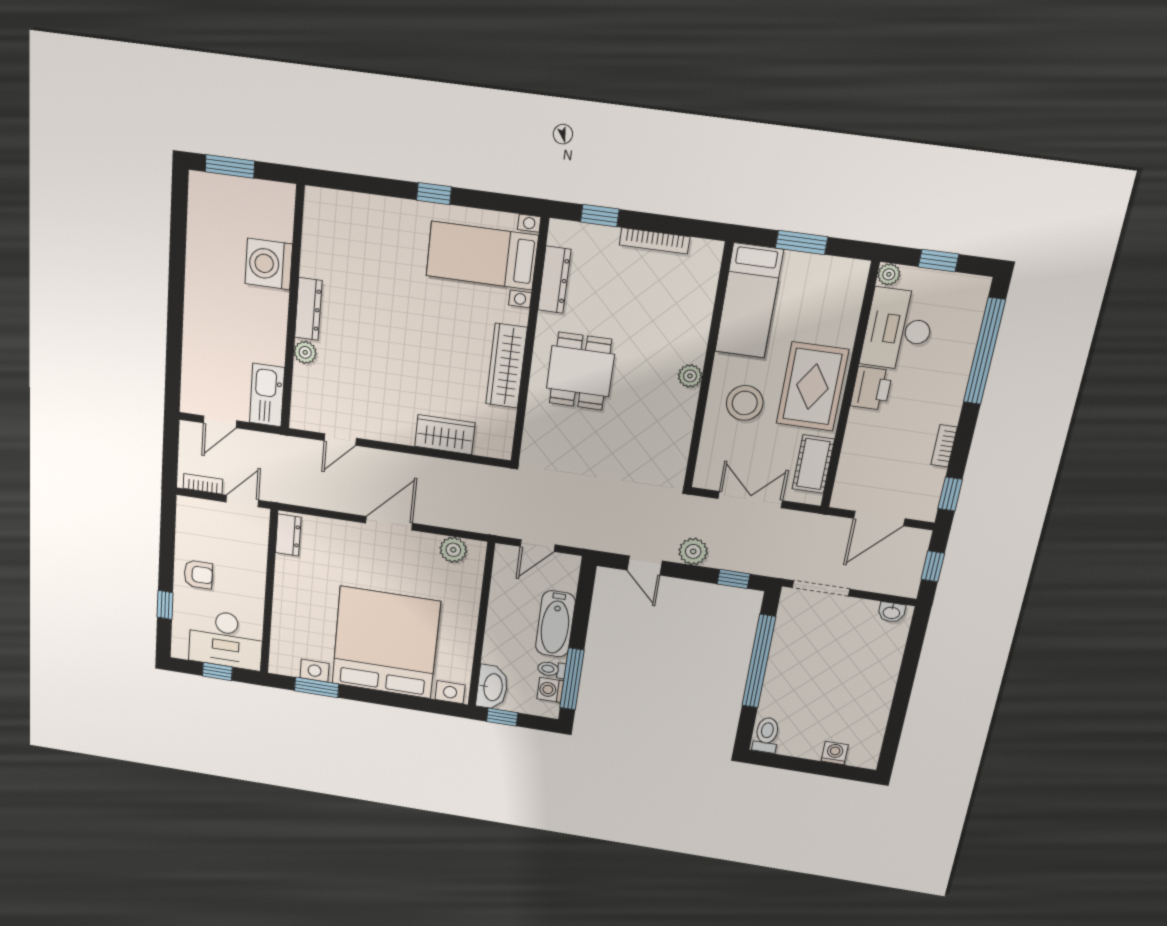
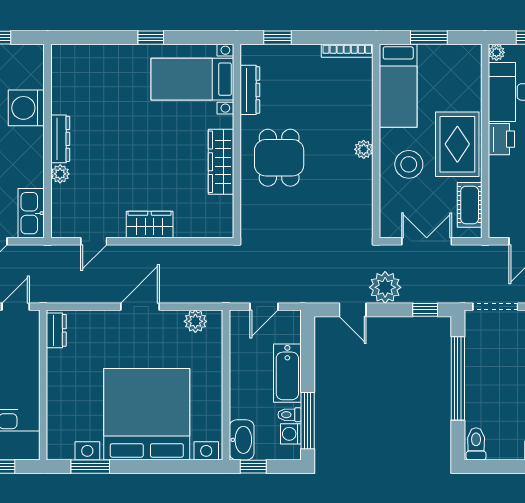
bookcase: (655, 241) -> (347, 51), moved
wardrobe: (445, 435) -> (150, 225), moved
plant: (693, 551) -> (385, 287), width x1.36, depth x1.36

